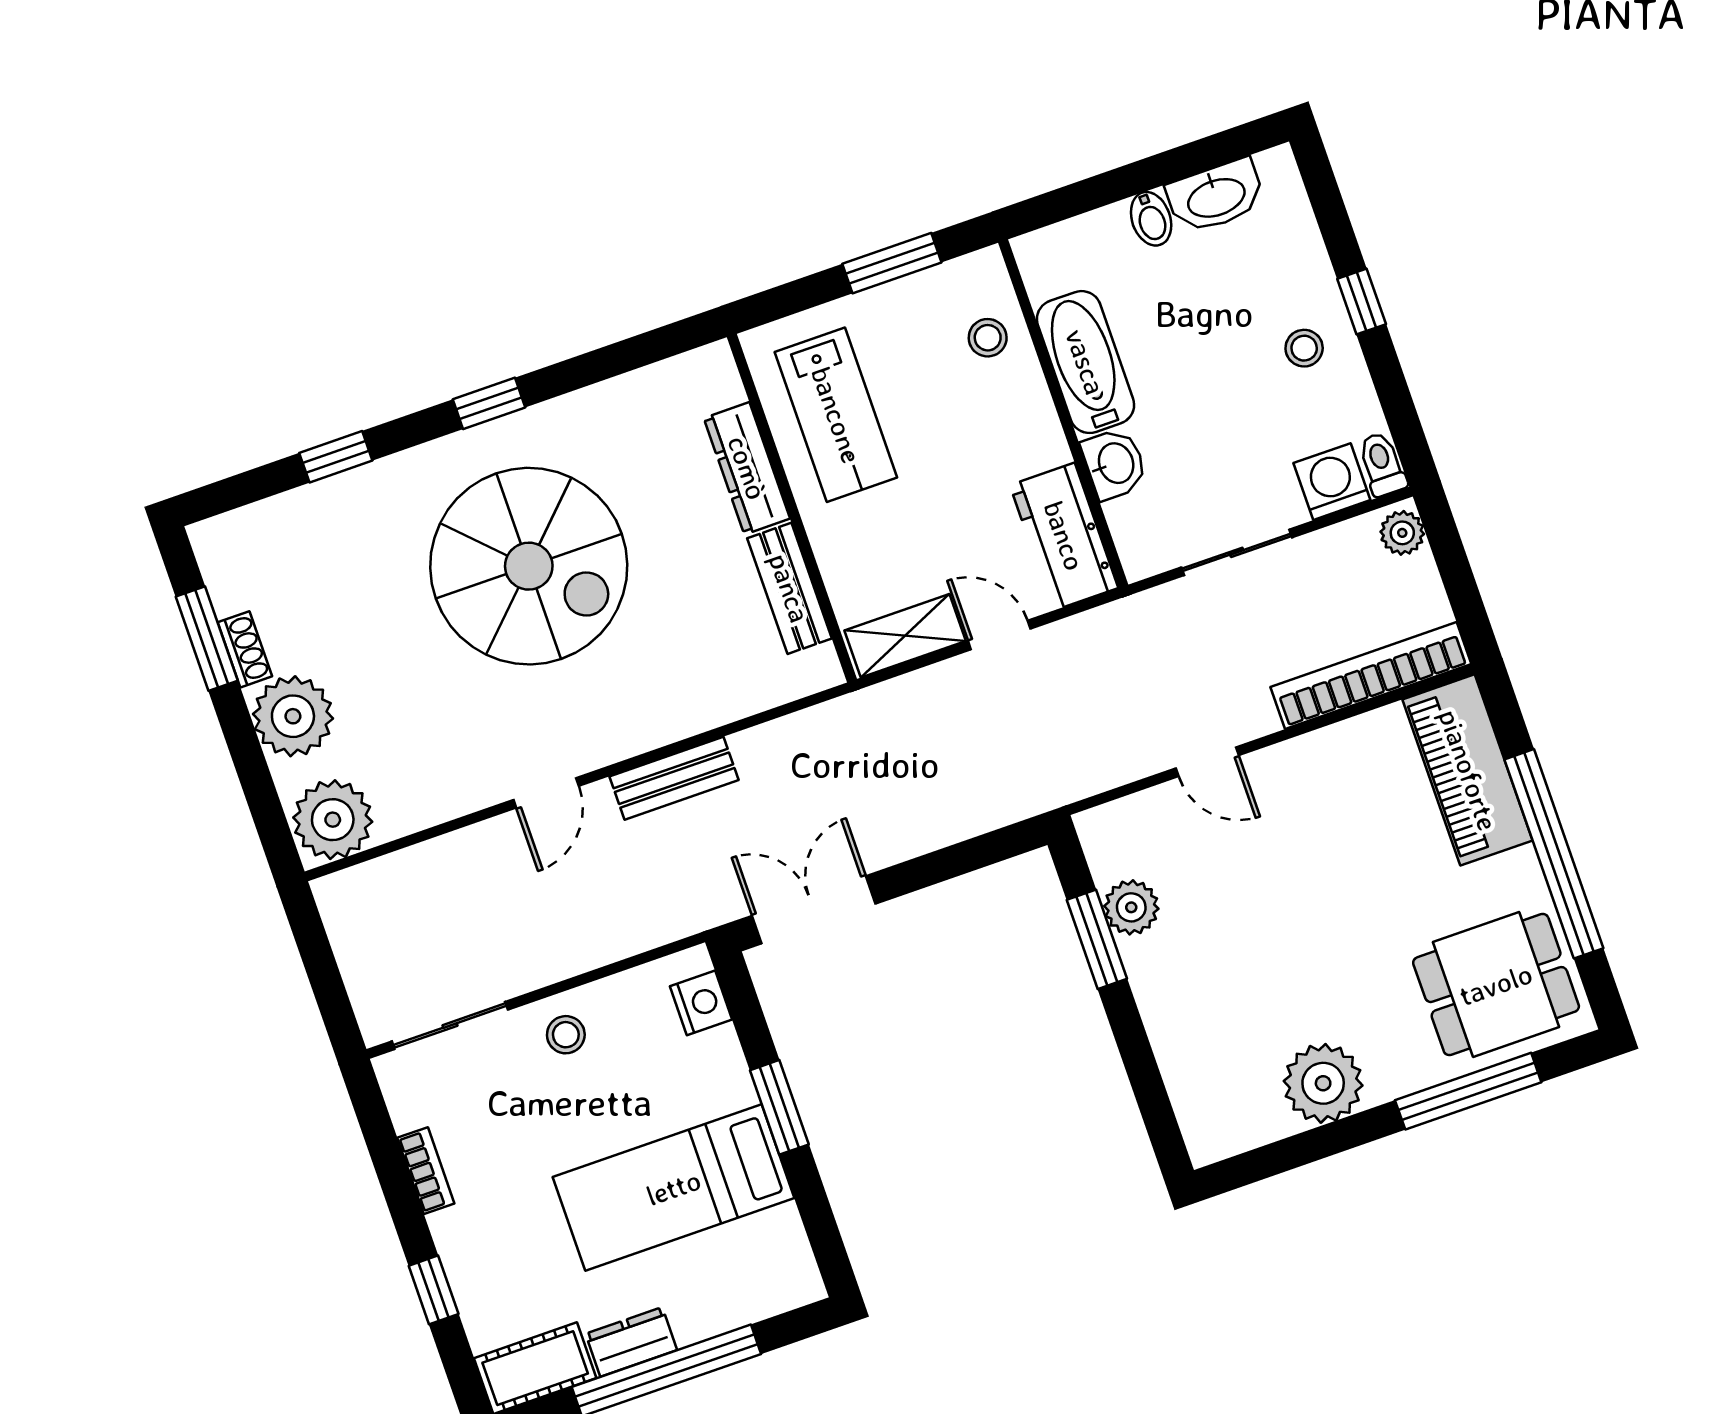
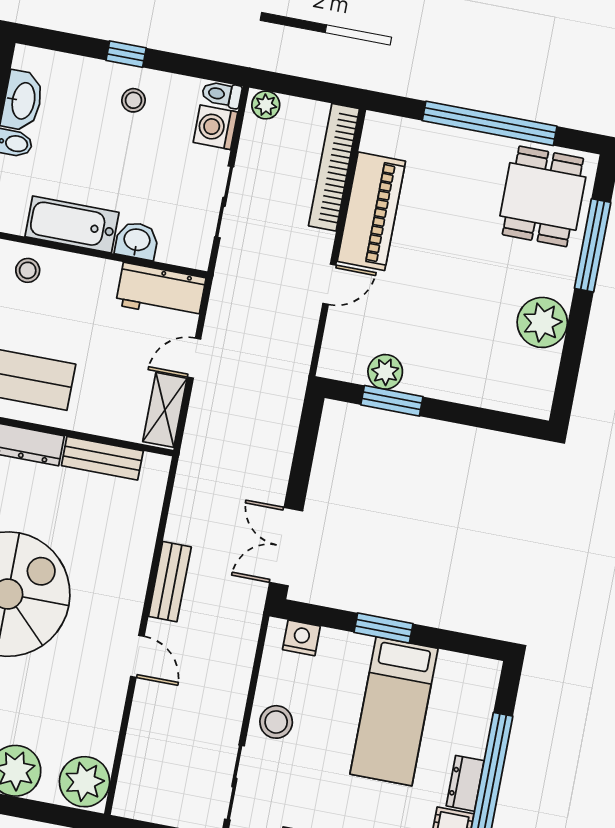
piano: (1468, 770) -> (371, 211), moved, turned -90
stool: (566, 1035) -> (276, 722), width x1.37, depth x1.37

